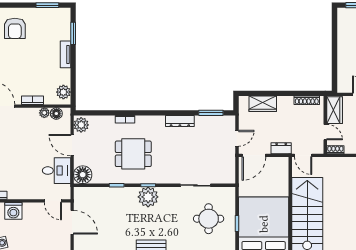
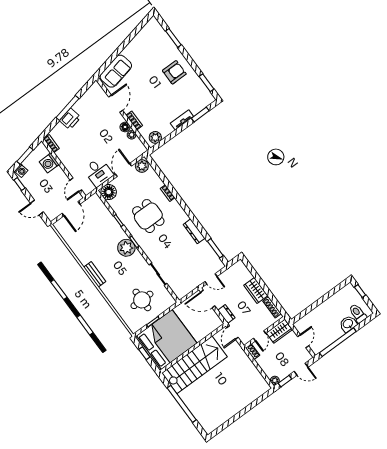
armchair: (15, 28) -> (174, 72), turned 180
wardrobe: (263, 104) -> (256, 290), moved
floor lamp: (56, 114) -> (125, 127), moved

